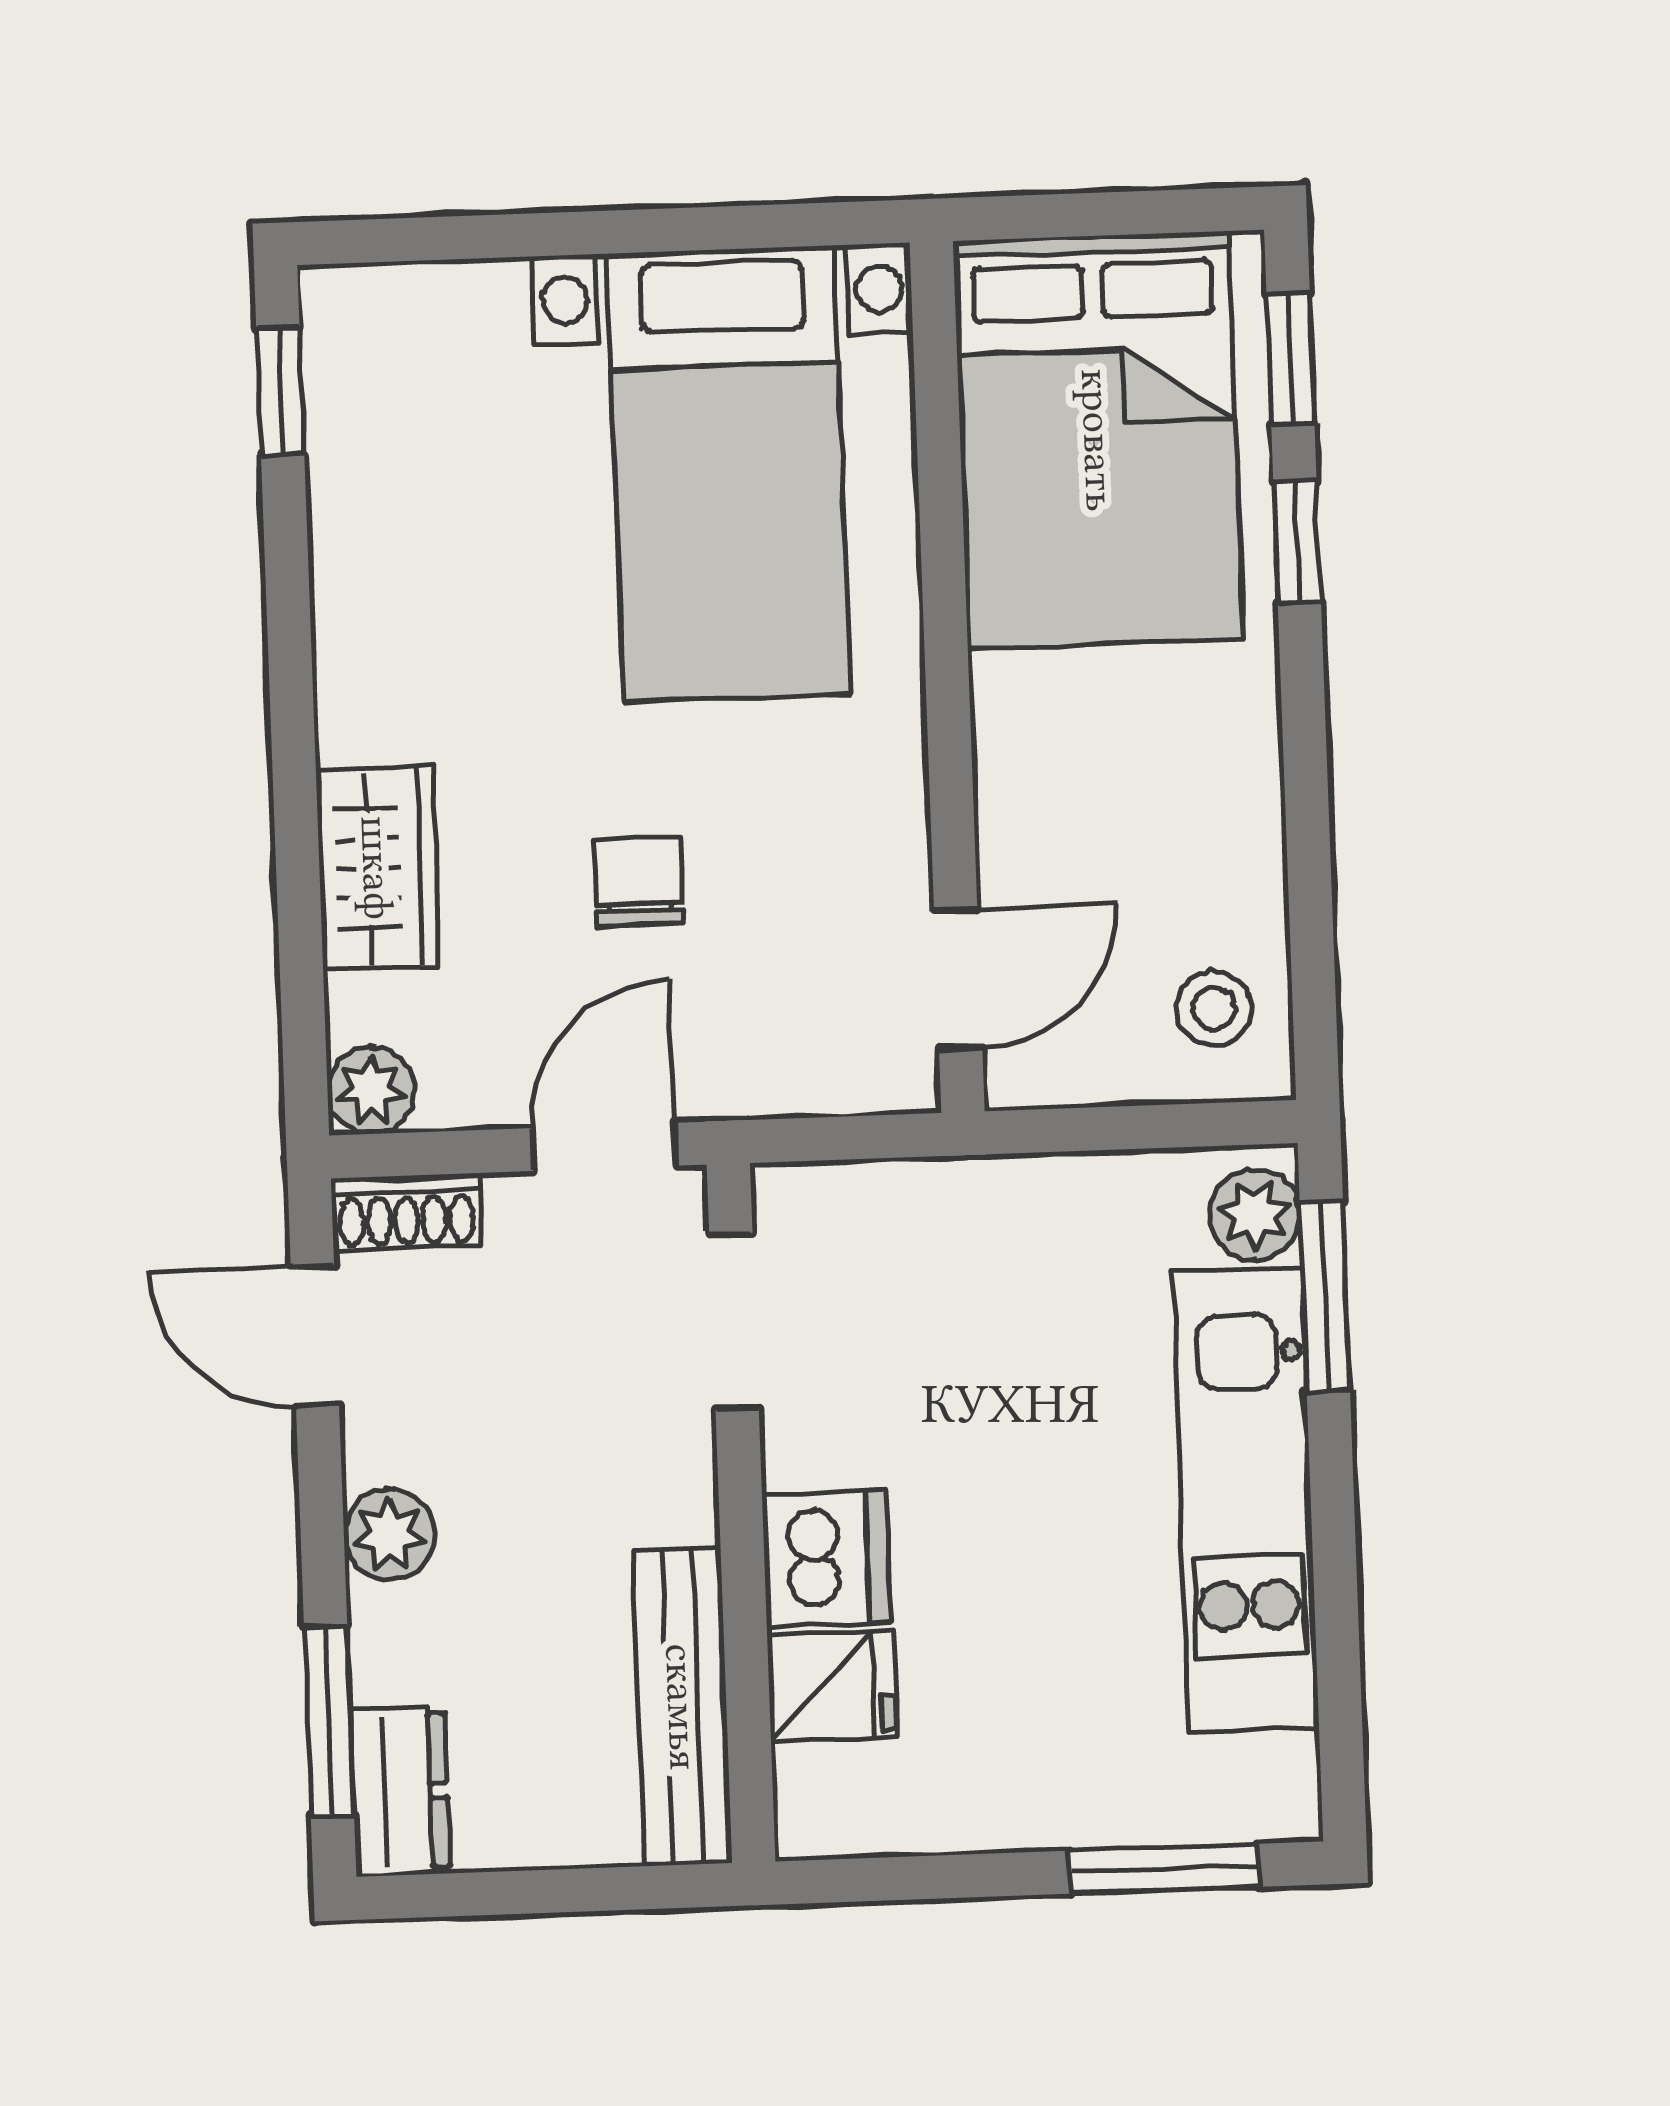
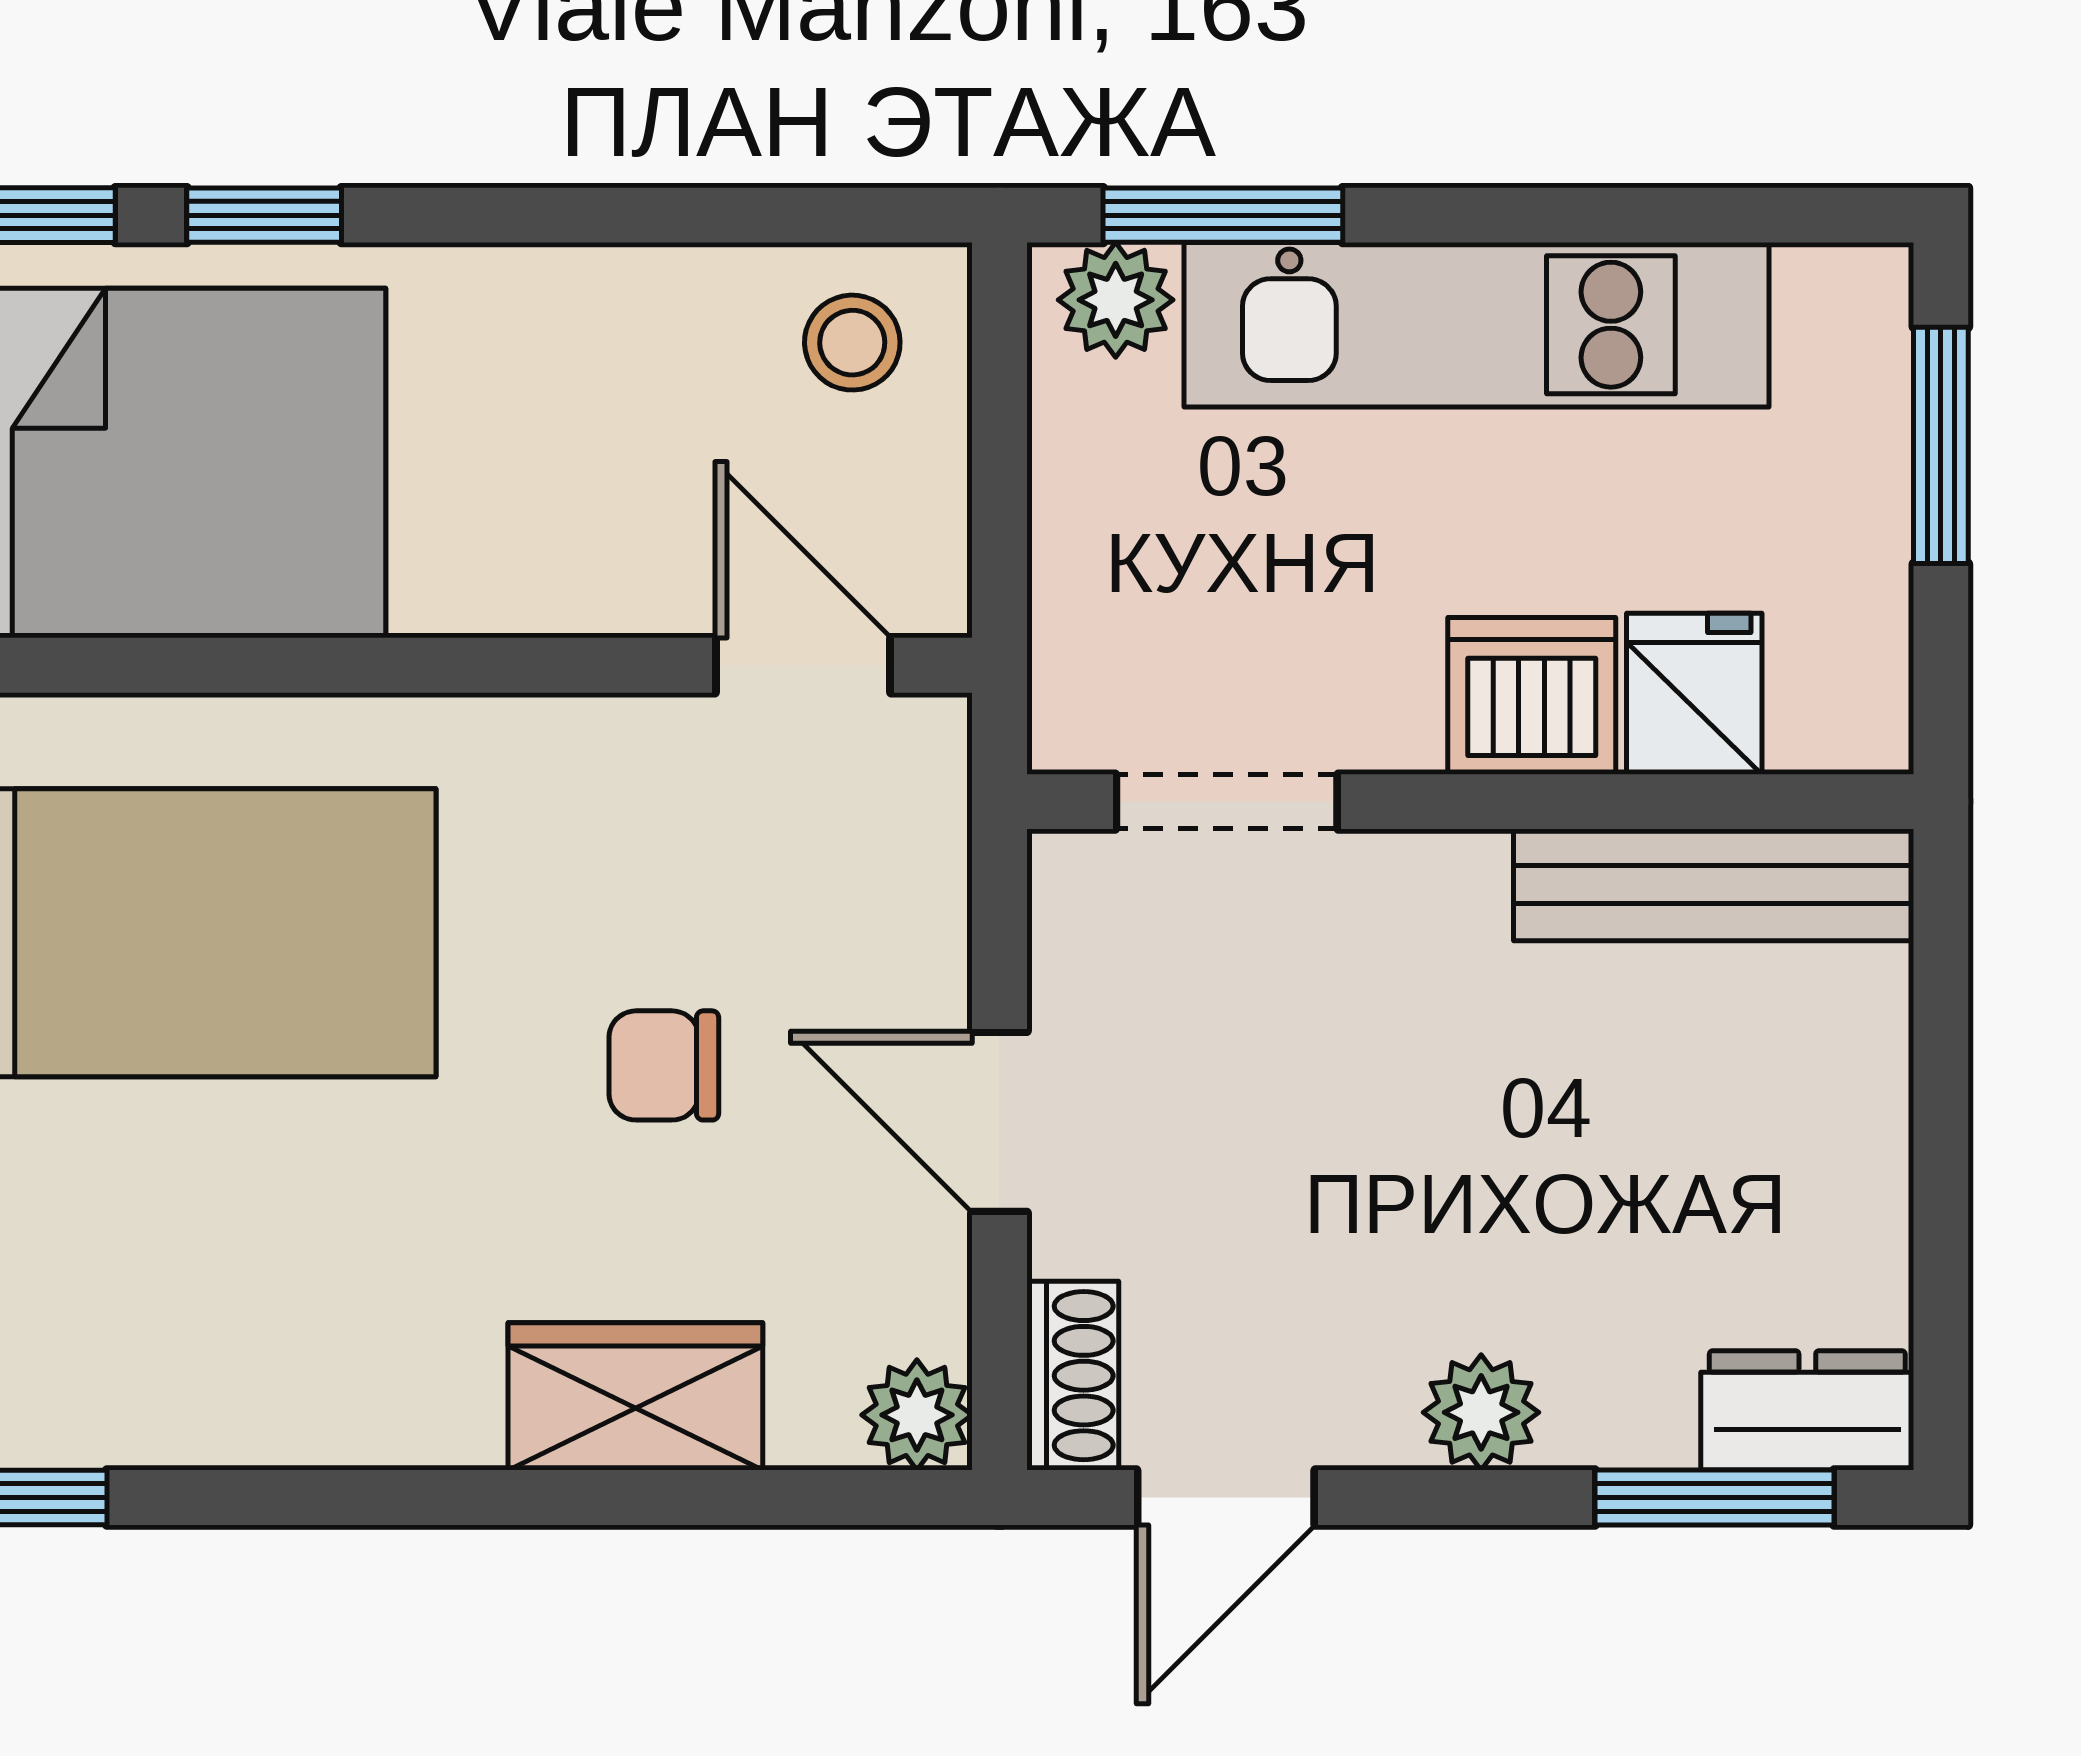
doorway: (734, 1321) -> (1227, 802), moved
wall: (741, 1513) -> (1470, 802), moved
dishwasher: (826, 1559) -> (1532, 696), moved
fridge: (832, 1686) -> (1694, 694), moved
bench: (682, 1707) -> (1714, 885), moved

